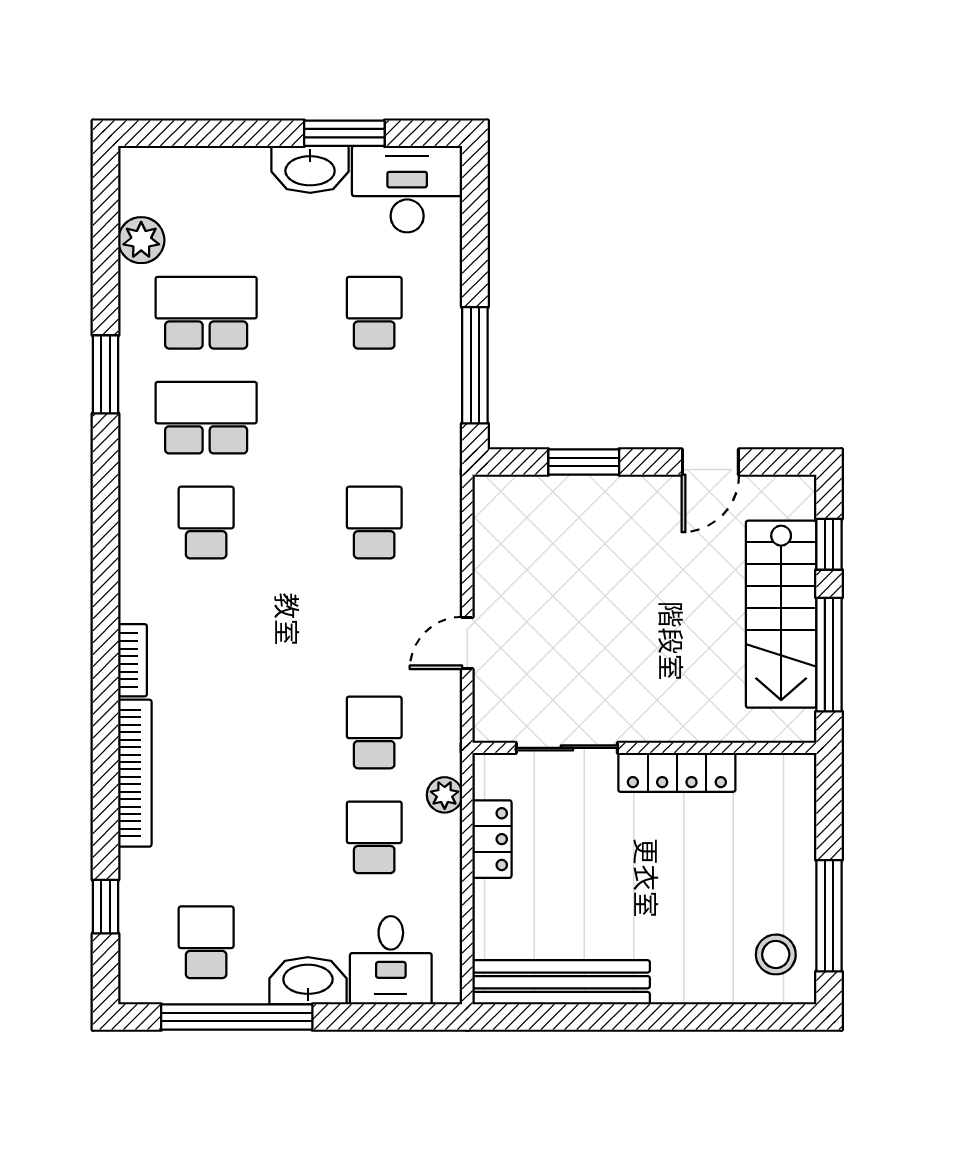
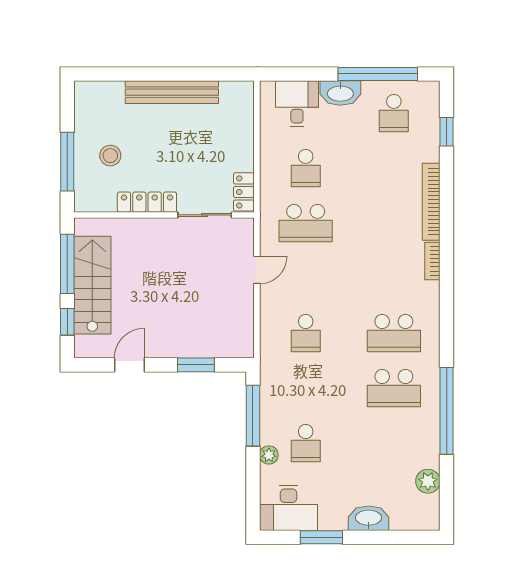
washbasin: (310, 169) -> (369, 518), moved
school desk: (206, 313) -> (394, 443), removed
window: (105, 374) -> (447, 411), width x2.11
school desk: (206, 523) -> (394, 333), width x1.85
school desk: (374, 732) -> (306, 223), width x1.85
plant: (445, 795) -> (269, 455), moved
locker: (492, 839) -> (244, 192), moved
window: (829, 916) -> (67, 162), moved
stool: (776, 954) -> (110, 156), moved
bench: (561, 982) -> (172, 92), moved

